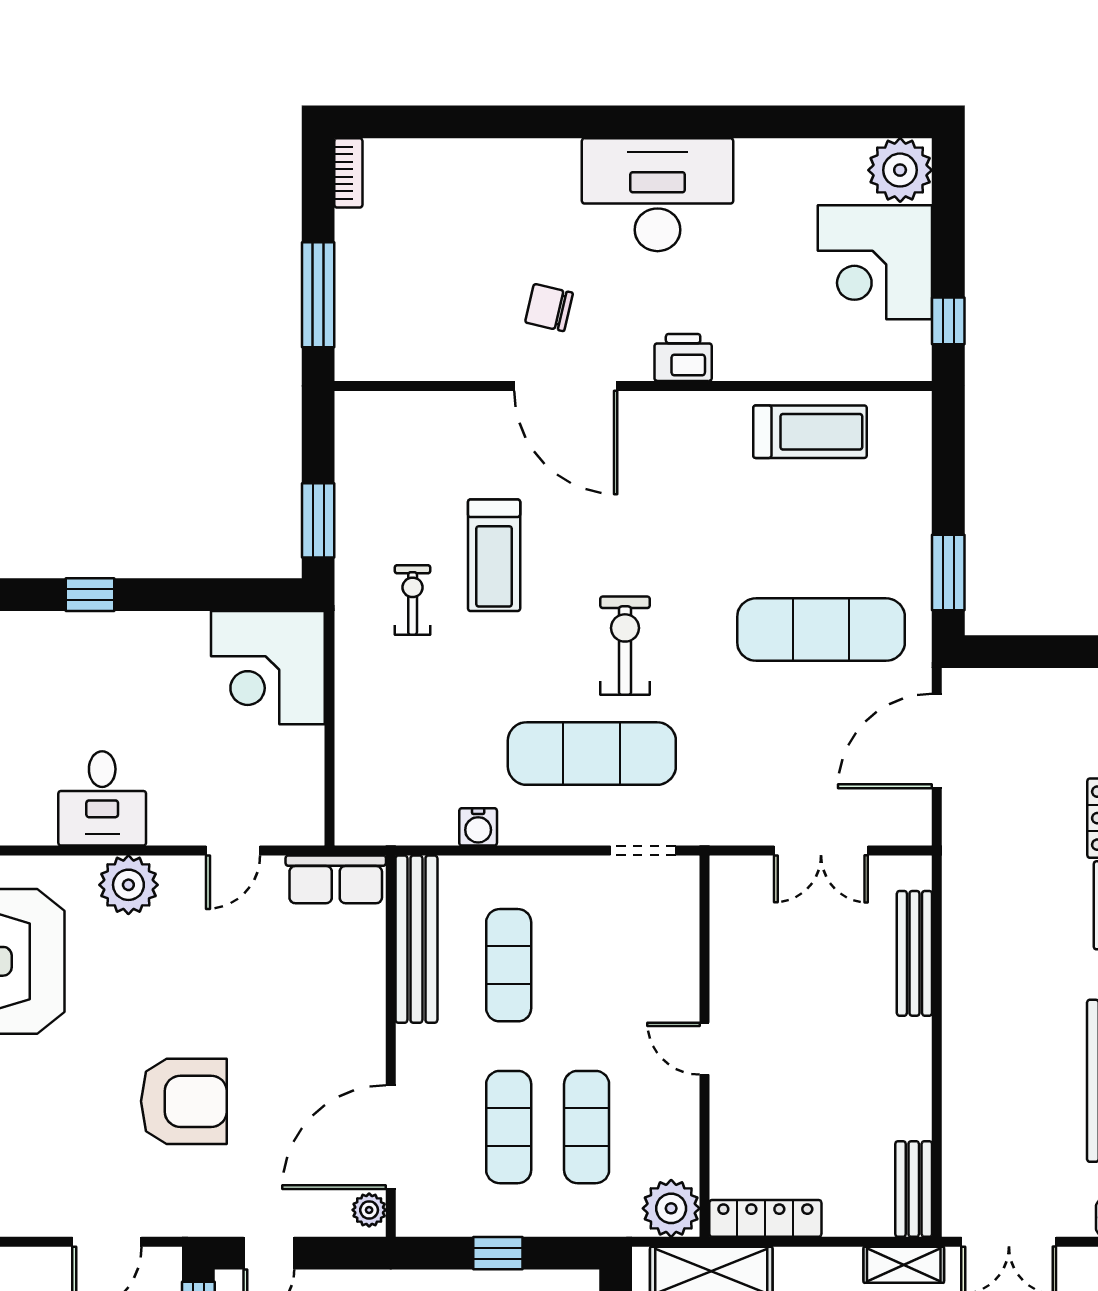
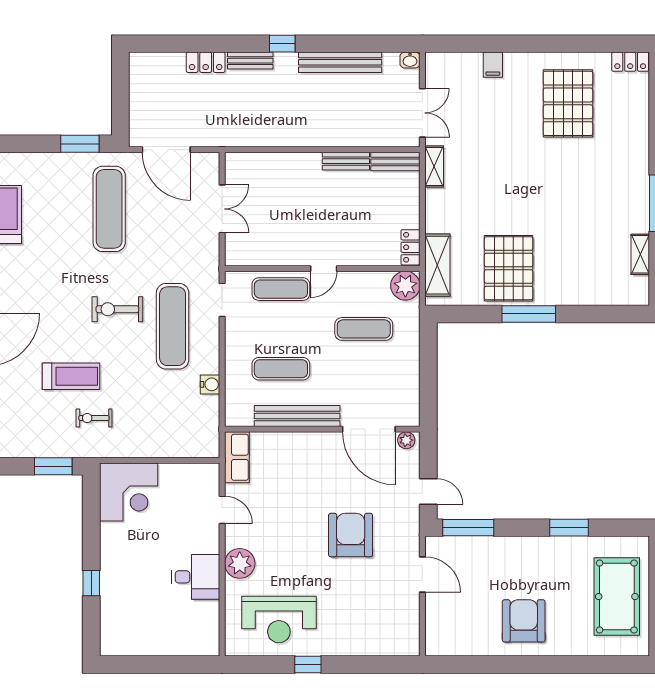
bench: (416, 939) -> (297, 416), moved
bench: (914, 953) -> (346, 161), moved, width x0.73
exercise mat: (509, 1127) -> (281, 289), moved
locker: (765, 1218) -> (411, 247), width x0.66
window: (498, 1253) -> (428, 374), removed

